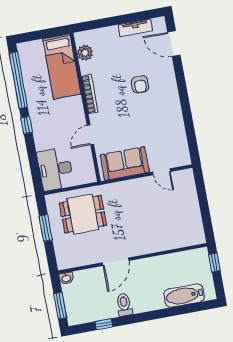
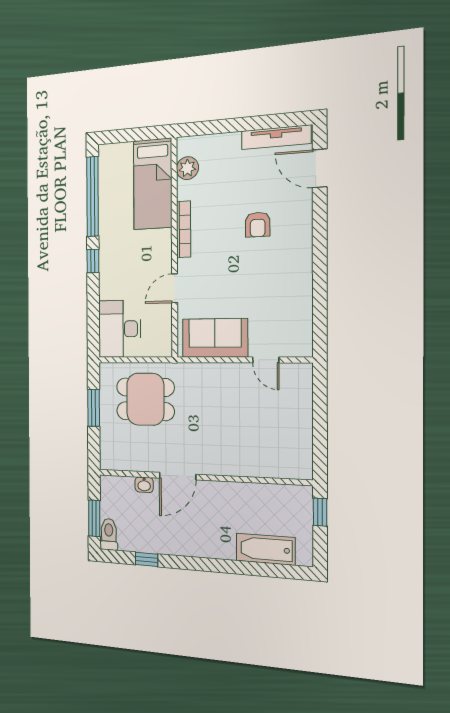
tv unit: (135, 28) -> (276, 137), width x1.41
washbasin: (66, 278) -> (144, 485), moved
toilet: (124, 305) -> (109, 534), moved

